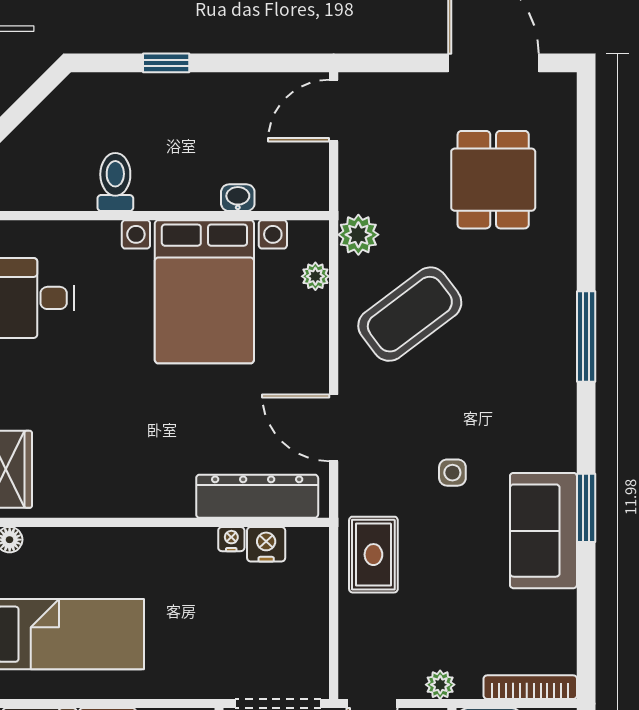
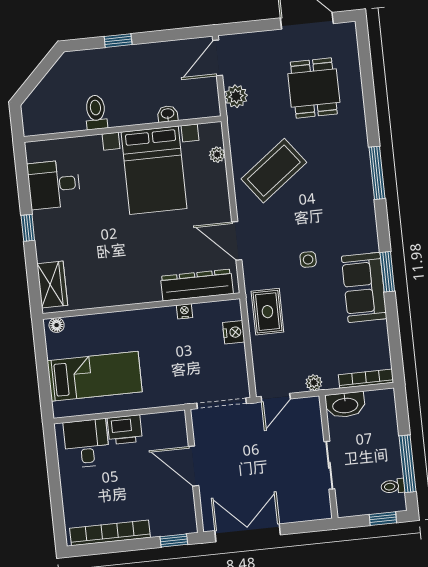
plant: (358, 235) -> (236, 96), moved
nightstand: (266, 544) -> (234, 332), moved, turned 90

